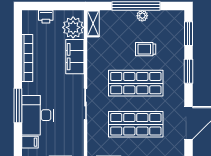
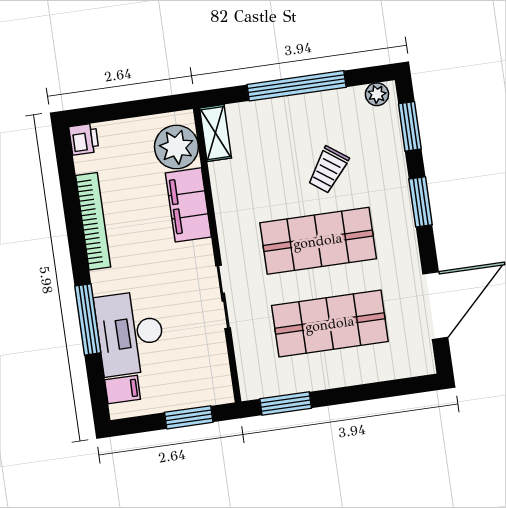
plant: (142, 16) -> (377, 94), moved
printer: (46, 17) -> (84, 139), moved, turned -90
trolley: (146, 49) -> (328, 170), turned -54

